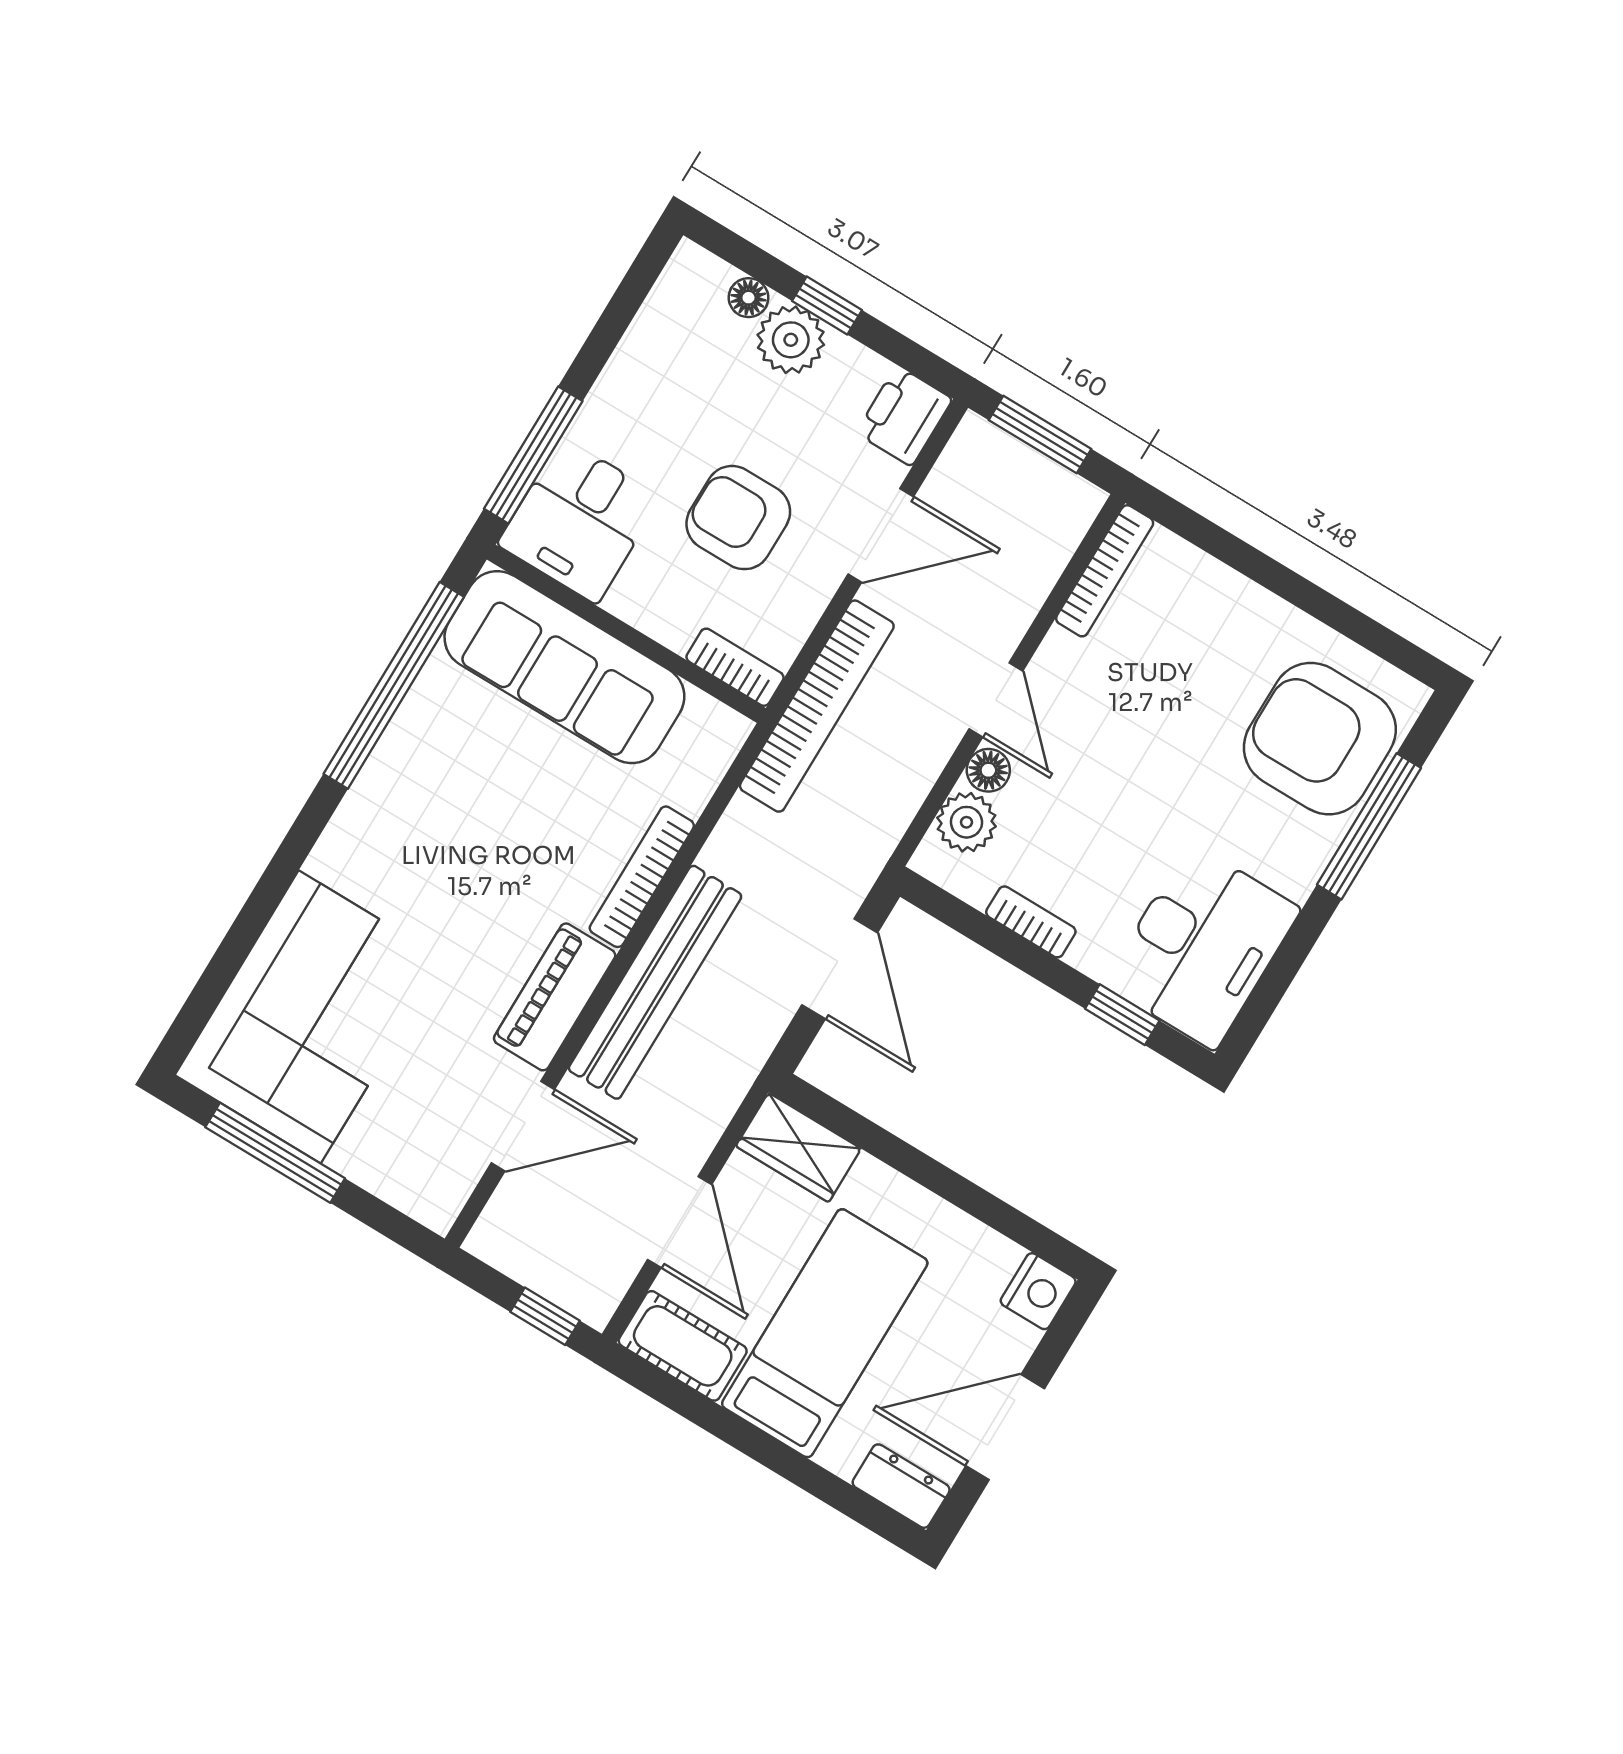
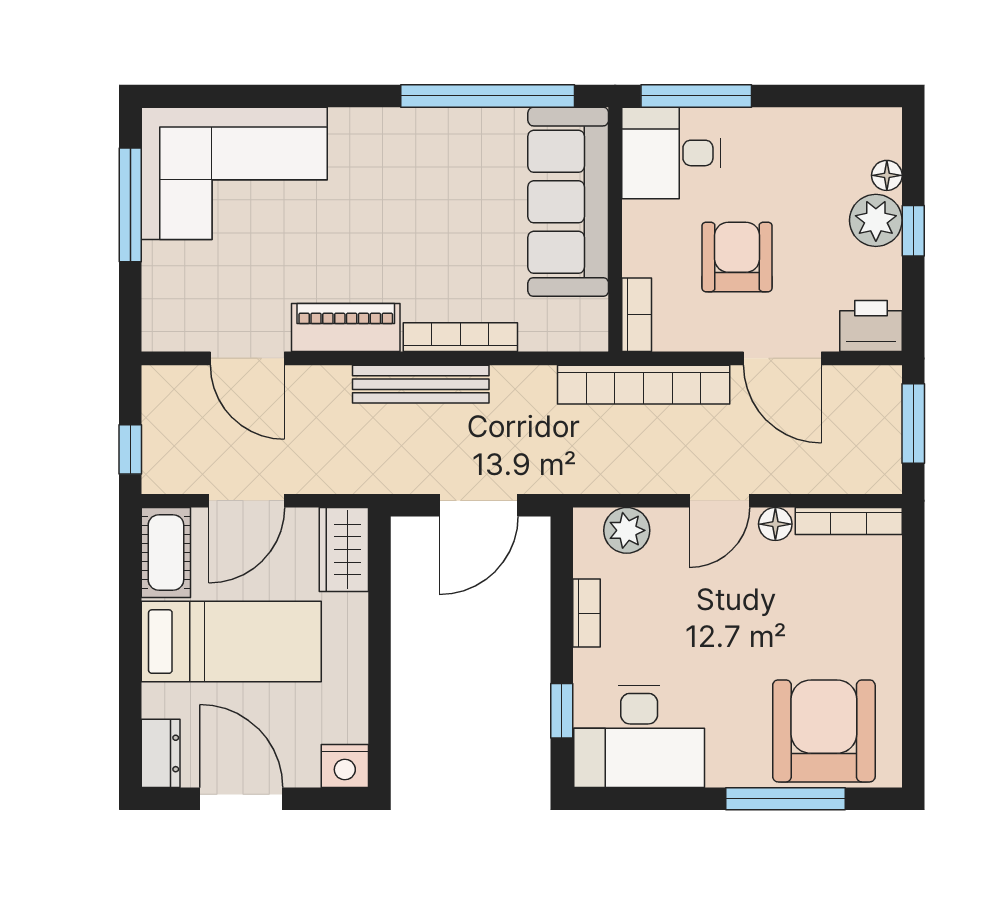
floor lamp: (988, 770) -> (775, 524), moved
bench: (655, 982) -> (421, 384), width x0.73, depth x0.82

